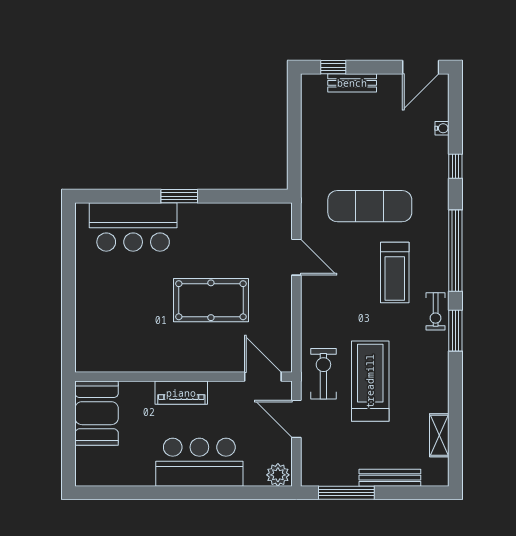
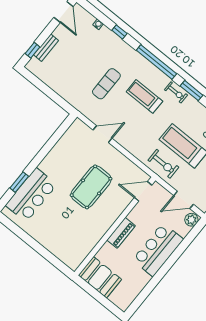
window: (179, 196) -> (19, 182), moved
exercise mat: (370, 206) -> (106, 84), width x0.73, depth x0.69
treadmill: (395, 272) -> (144, 96), turned 180
exercise bike: (323, 374) -> (163, 164), turned 180
door: (296, 419) -> (184, 200), moved

